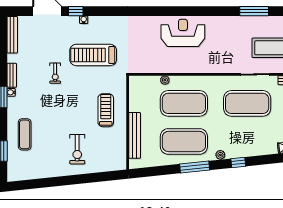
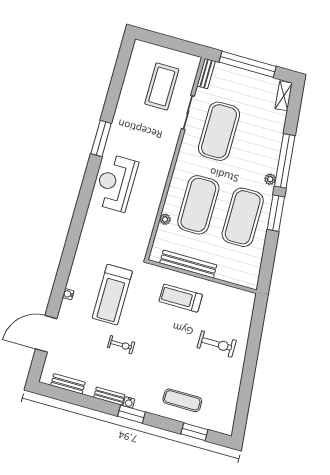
window: (76, 11) -> (56, 300), removed
window: (254, 11) -> (101, 139), moved
bench: (12, 35) -> (68, 384), width x0.73
bench: (135, 135) -> (188, 264), moved
window: (238, 162) -> (285, 161), width x3.17

